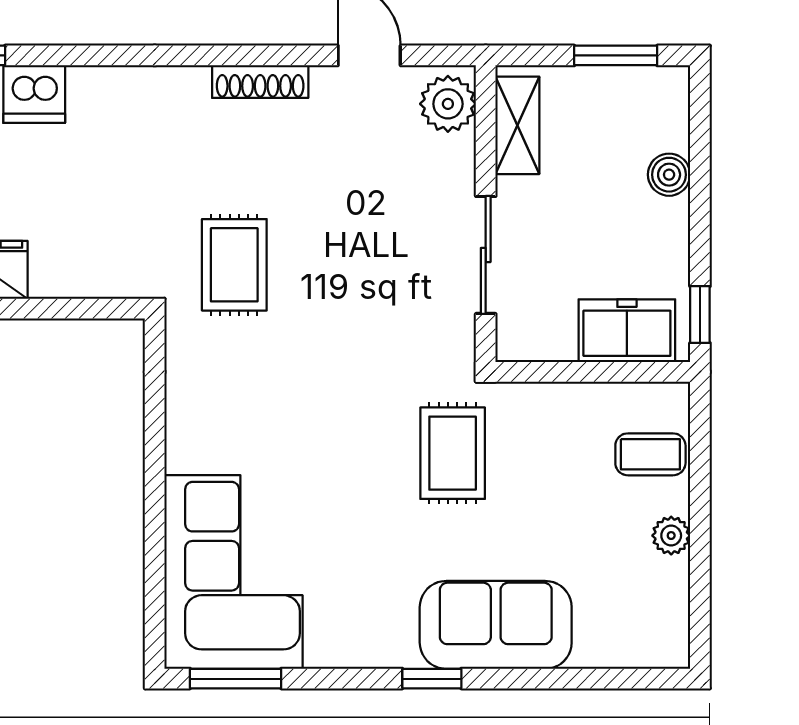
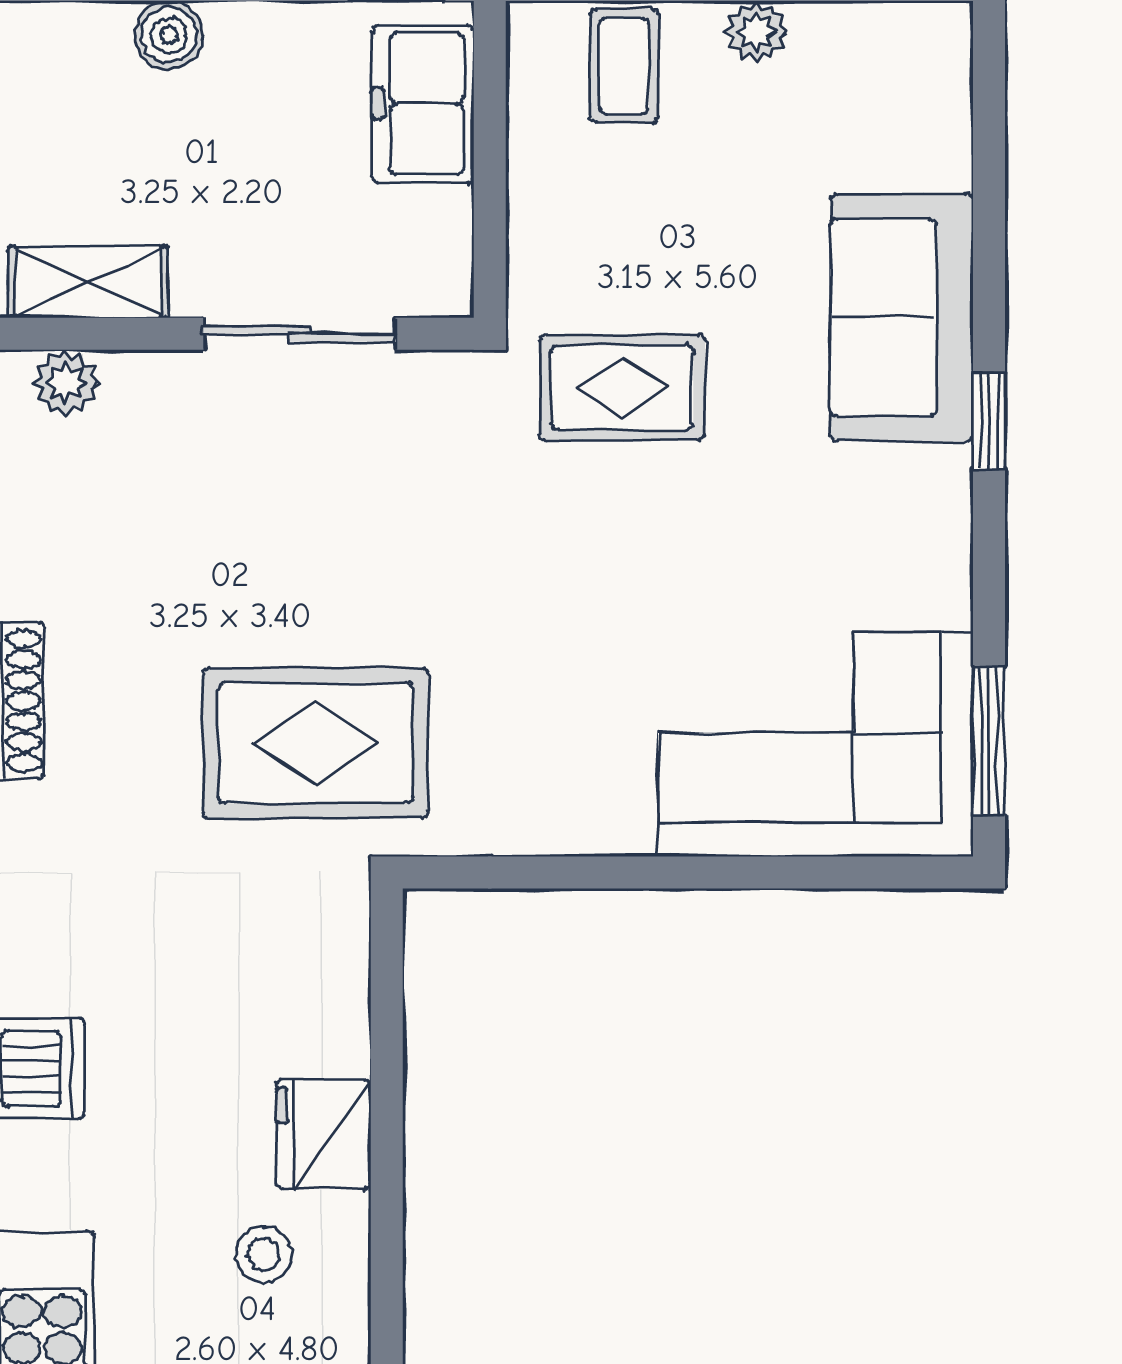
plant: (448, 104) -> (66, 383), width x0.73, depth x0.73
rug: (234, 265) -> (315, 743), width x1.36, depth x1.43

